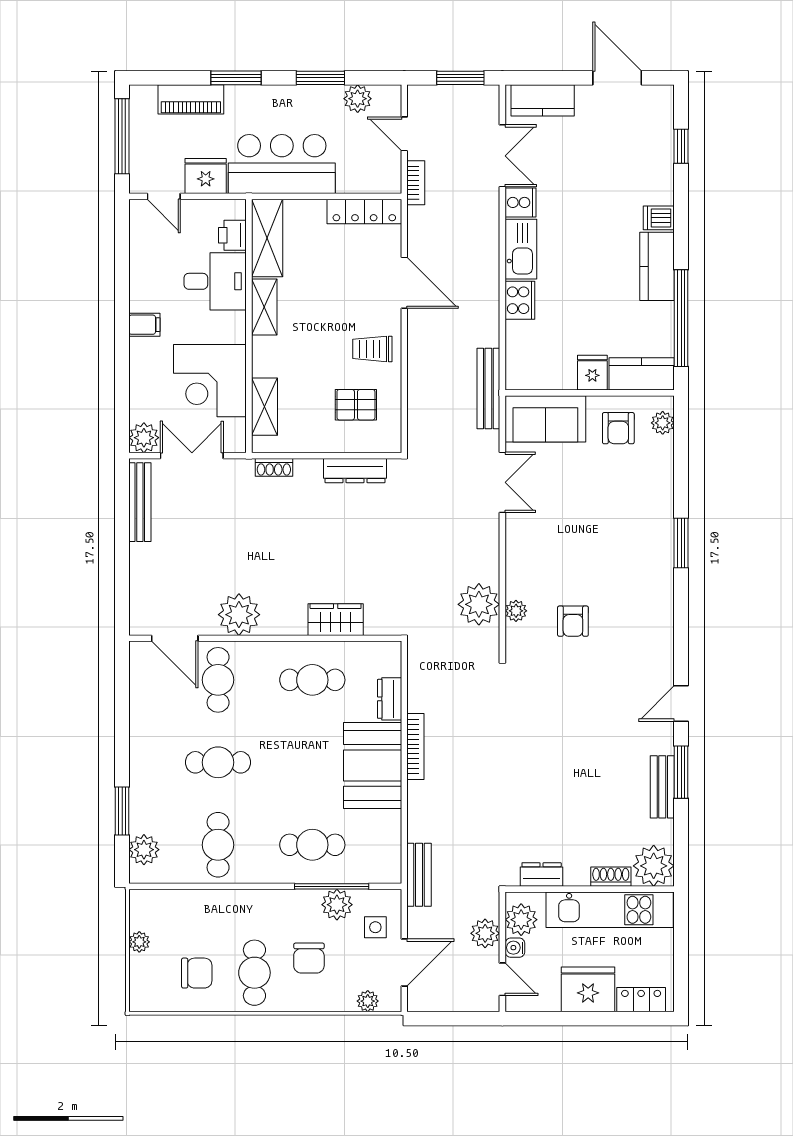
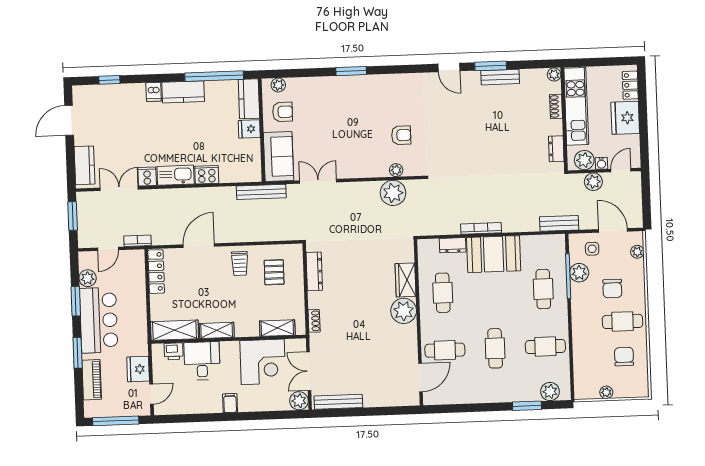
bar counter: (282, 164) -> (99, 320), moved, turned 180
plant: (239, 615) -> (404, 311), moved
plant: (654, 866) -> (554, 74), width x0.53, depth x0.53
chair: (309, 958) -> (612, 289), turned 90

